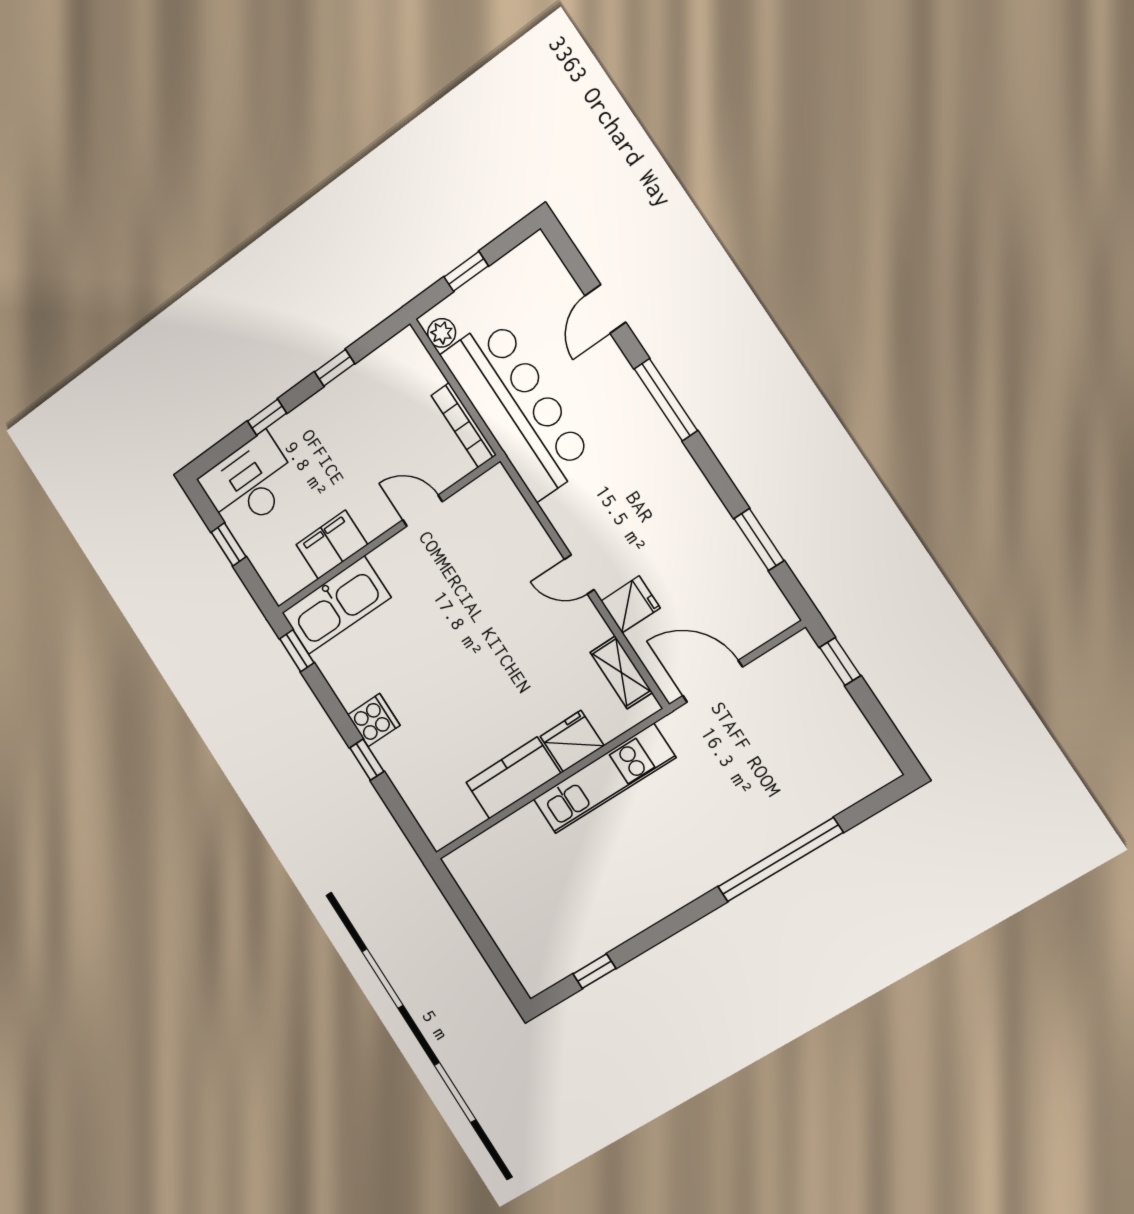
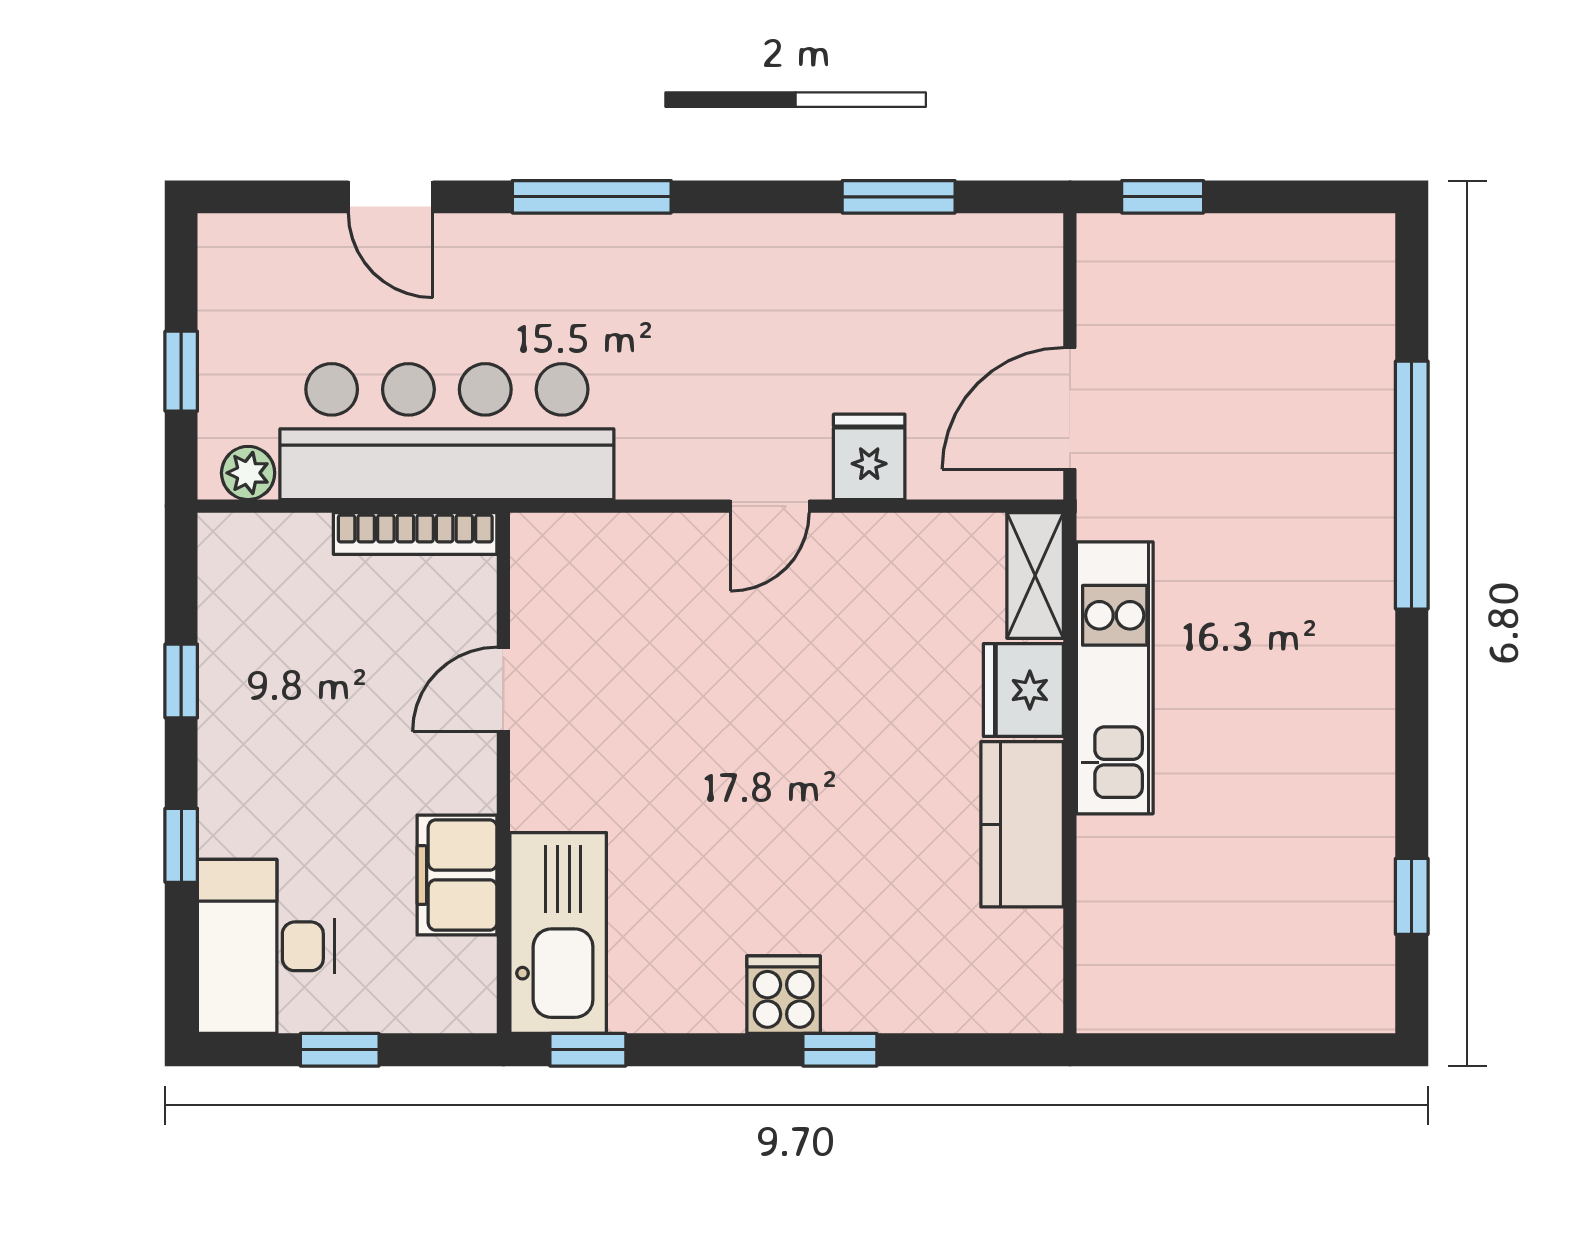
shelving: (621, 672) -> (1035, 575), moved, turned 90

